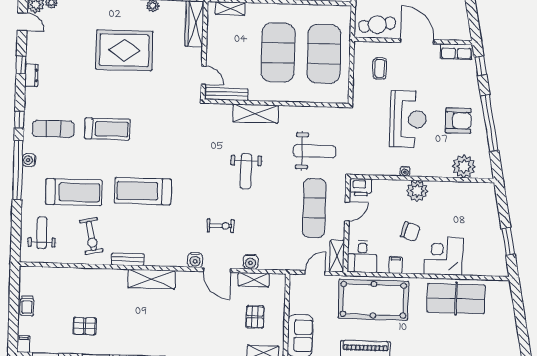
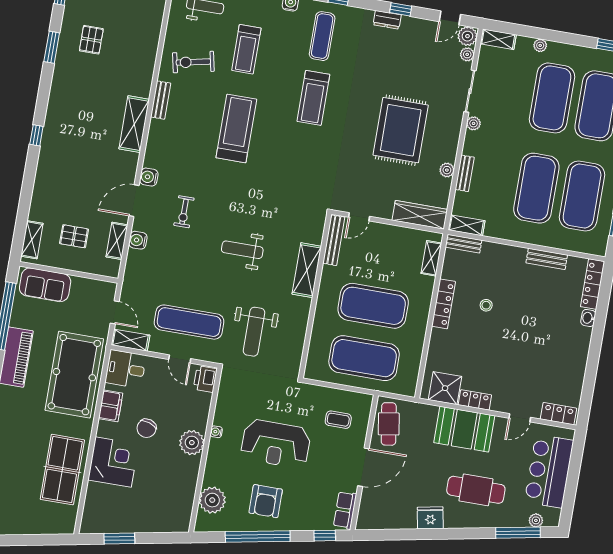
treadmill: (74, 192) -> (246, 49), width x0.73, depth x0.73
filing cabinet: (396, 265) -> (111, 406), width x2.00

